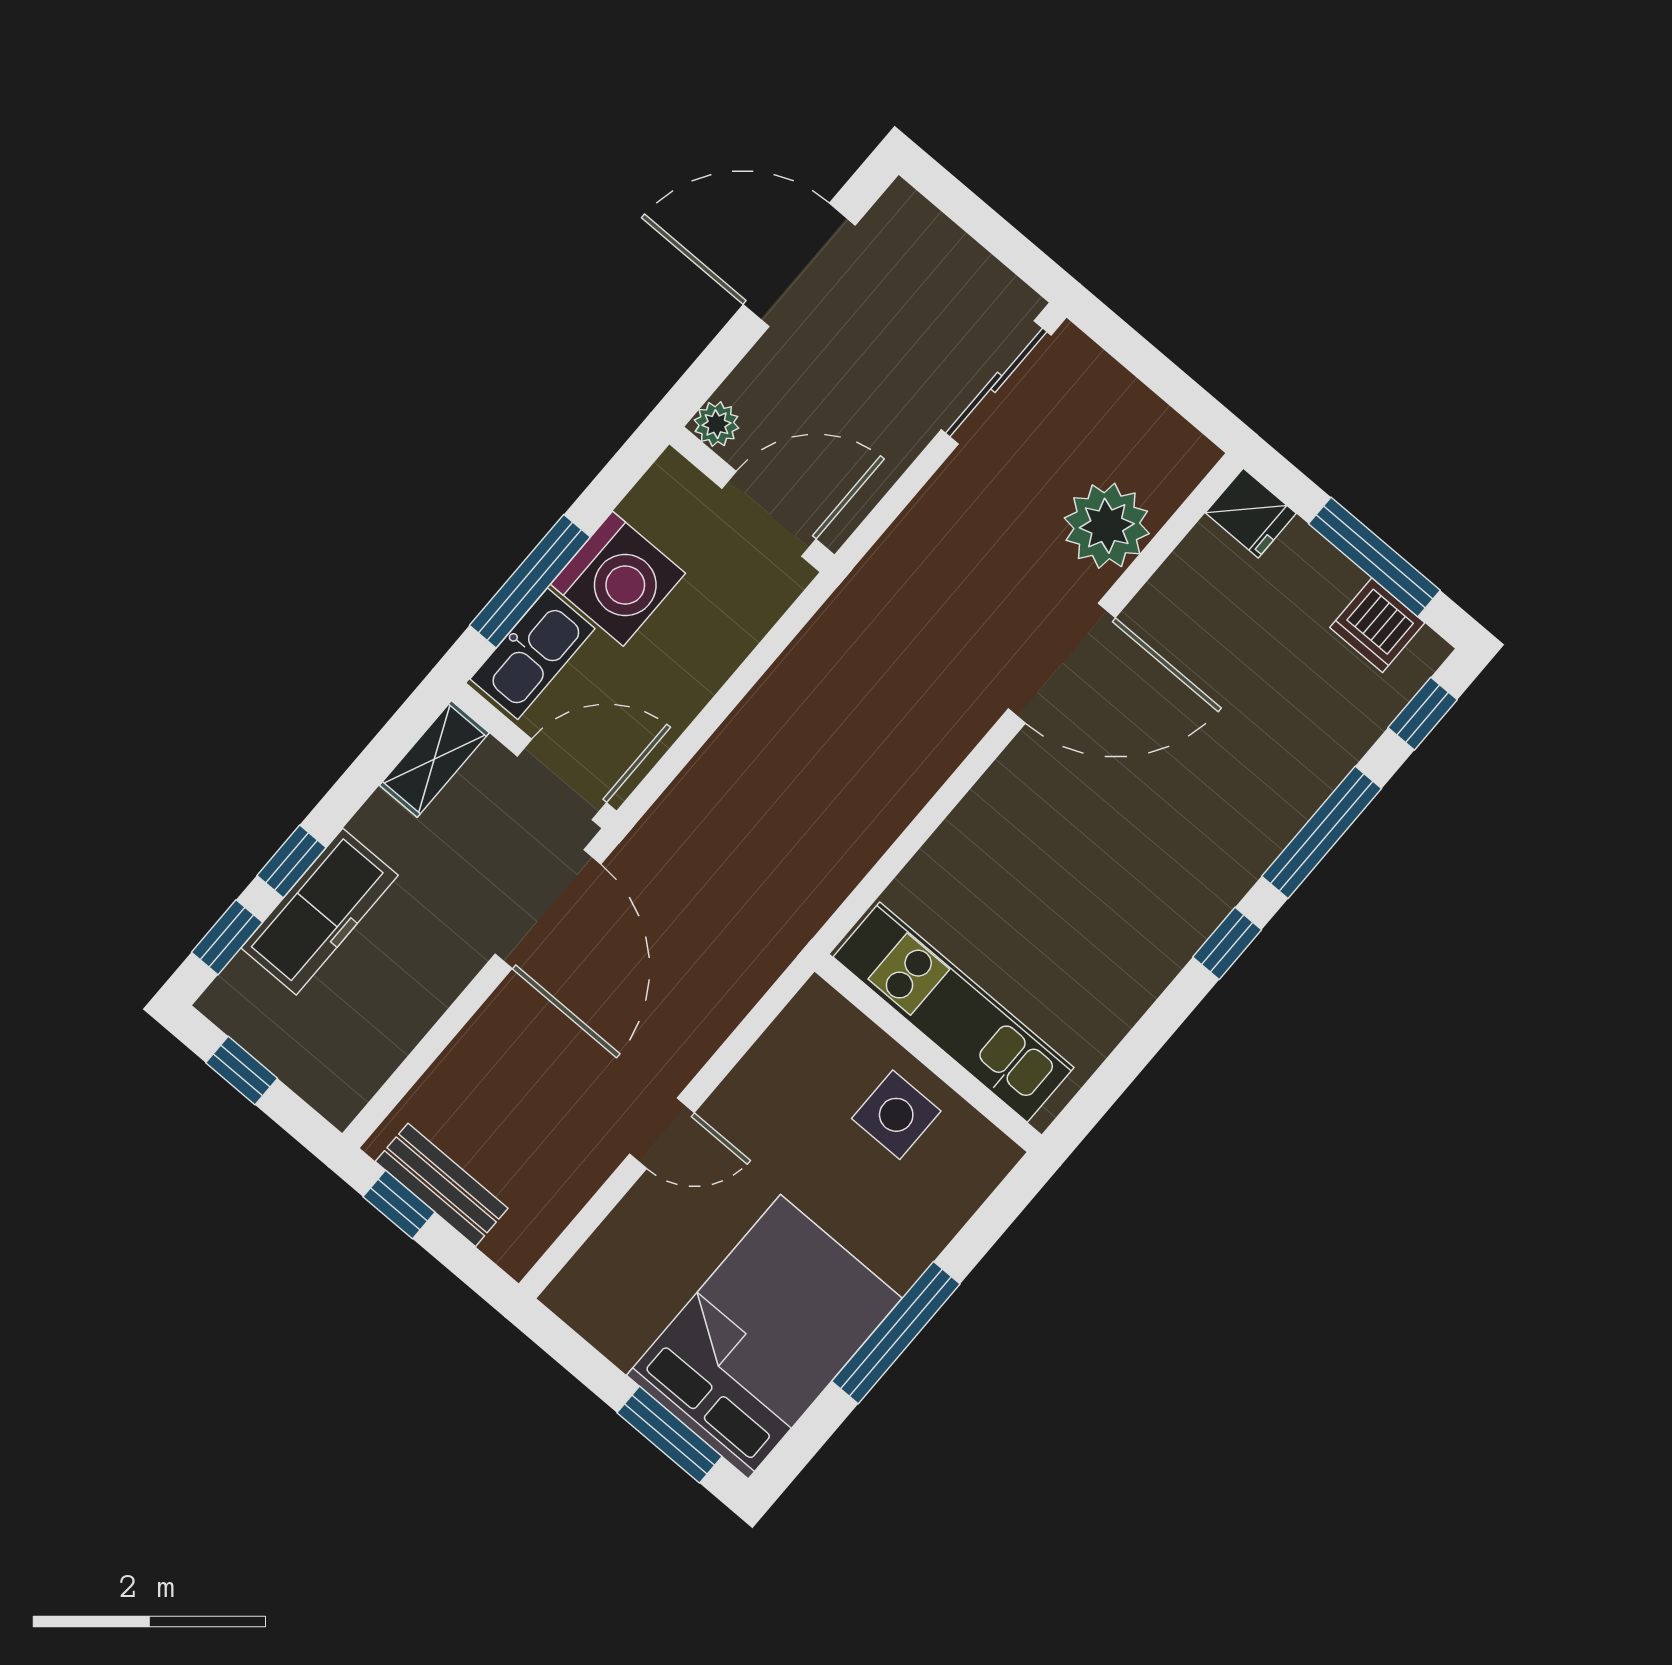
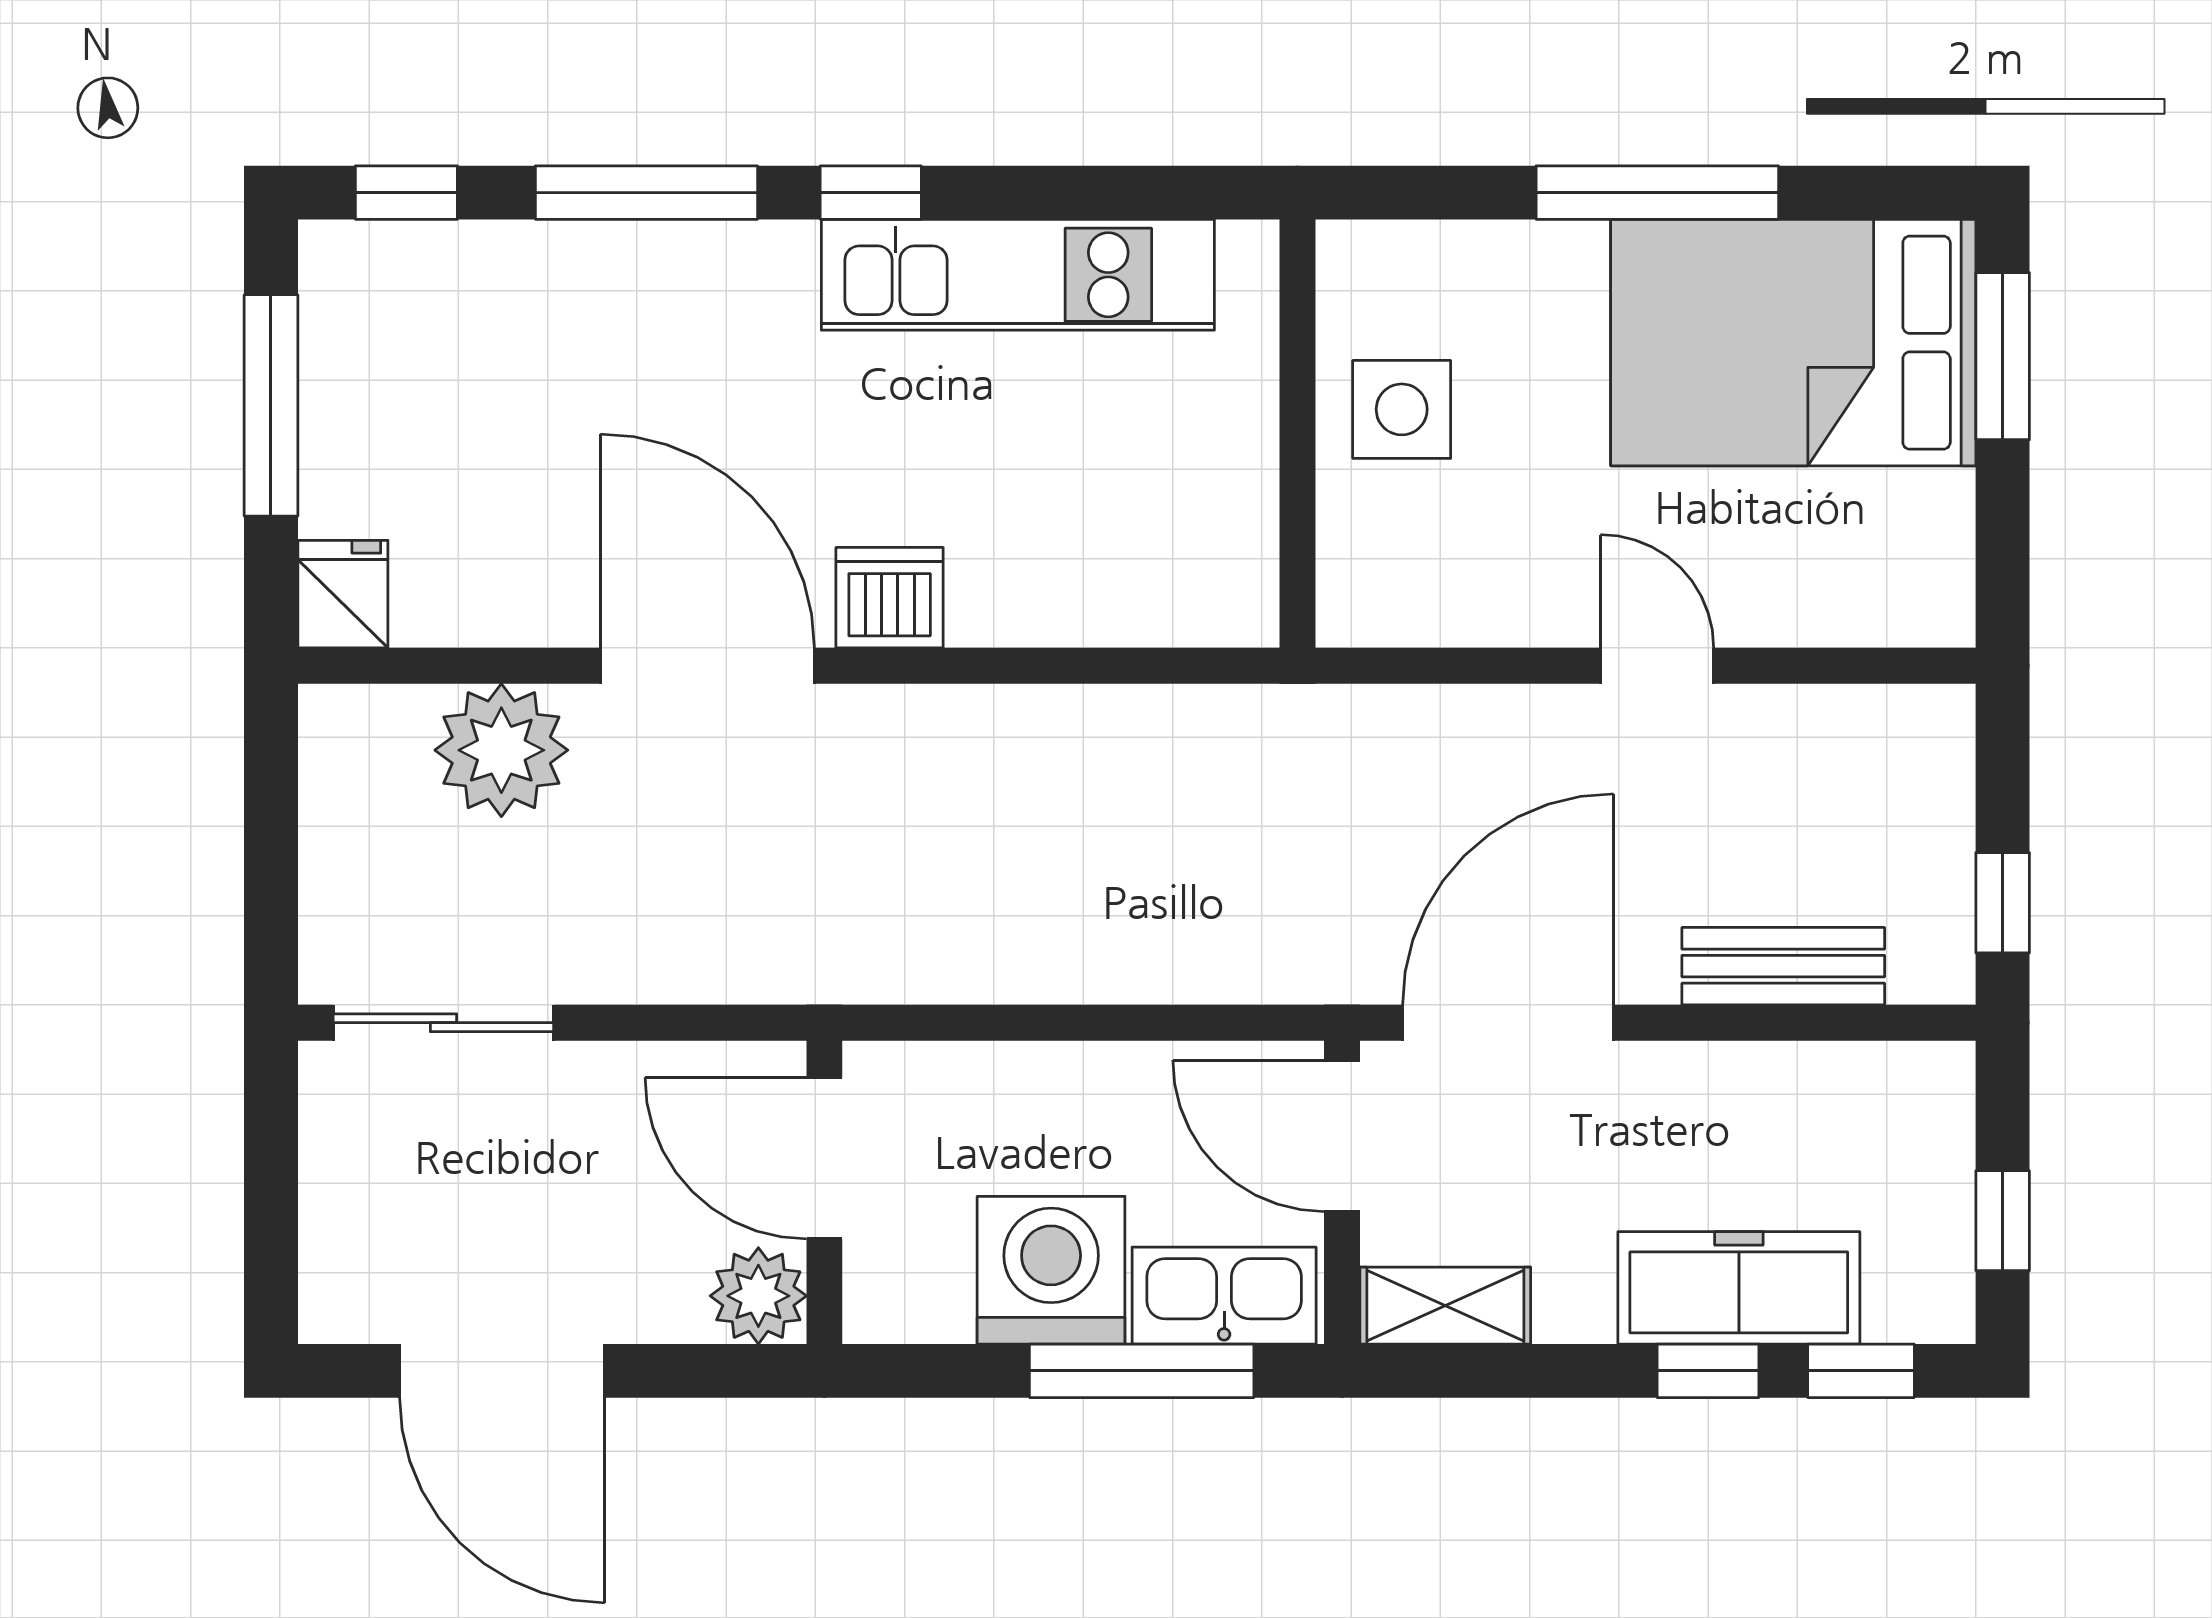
plant: (716, 424) -> (758, 1296), width x1.38, depth x1.38
dishwasher: (1377, 625) -> (890, 598), moved, turned -90
kitchen unit: (954, 1012) -> (1018, 275), moved, turned -90
bench: (442, 1185) -> (1783, 966), moved, turned 90

